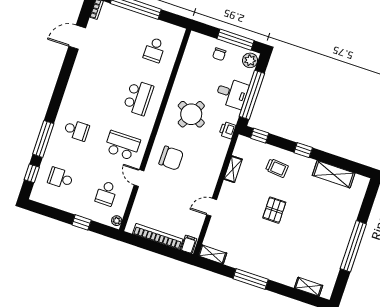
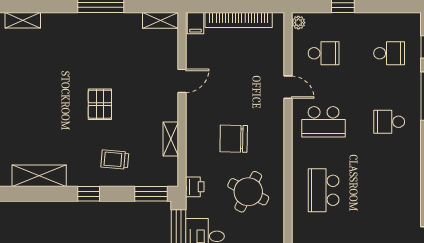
window: (260, 136) -> (151, 194), width x1.50
chair: (171, 158) -> (234, 139), moved
school desk: (106, 193) -> (324, 53), turned 90

